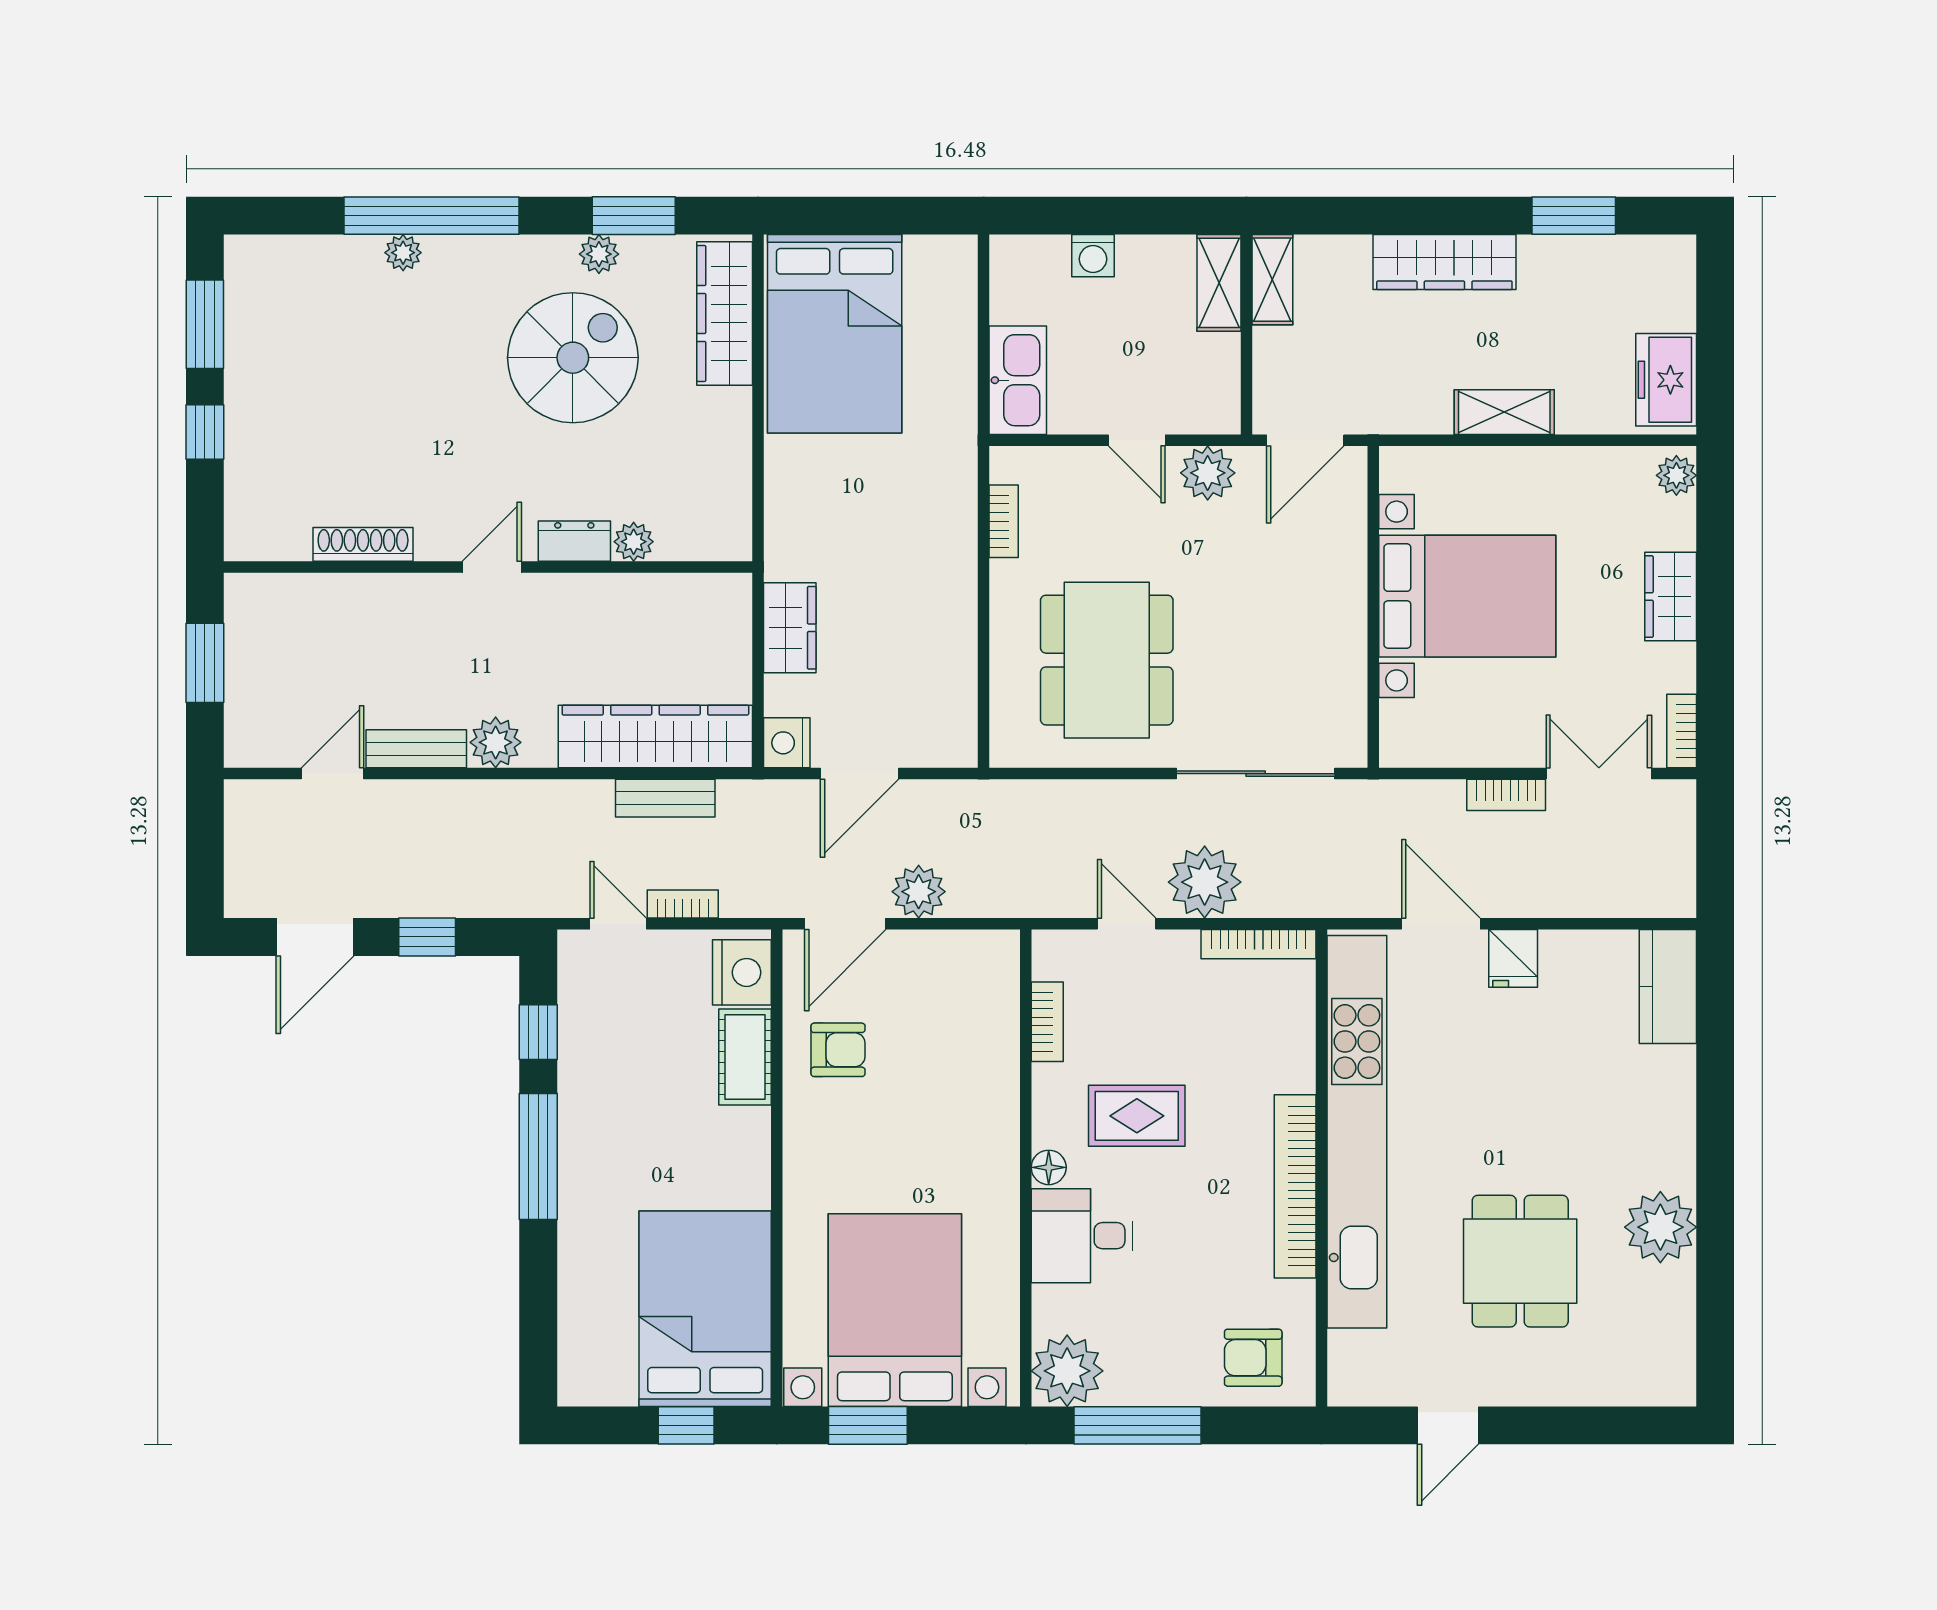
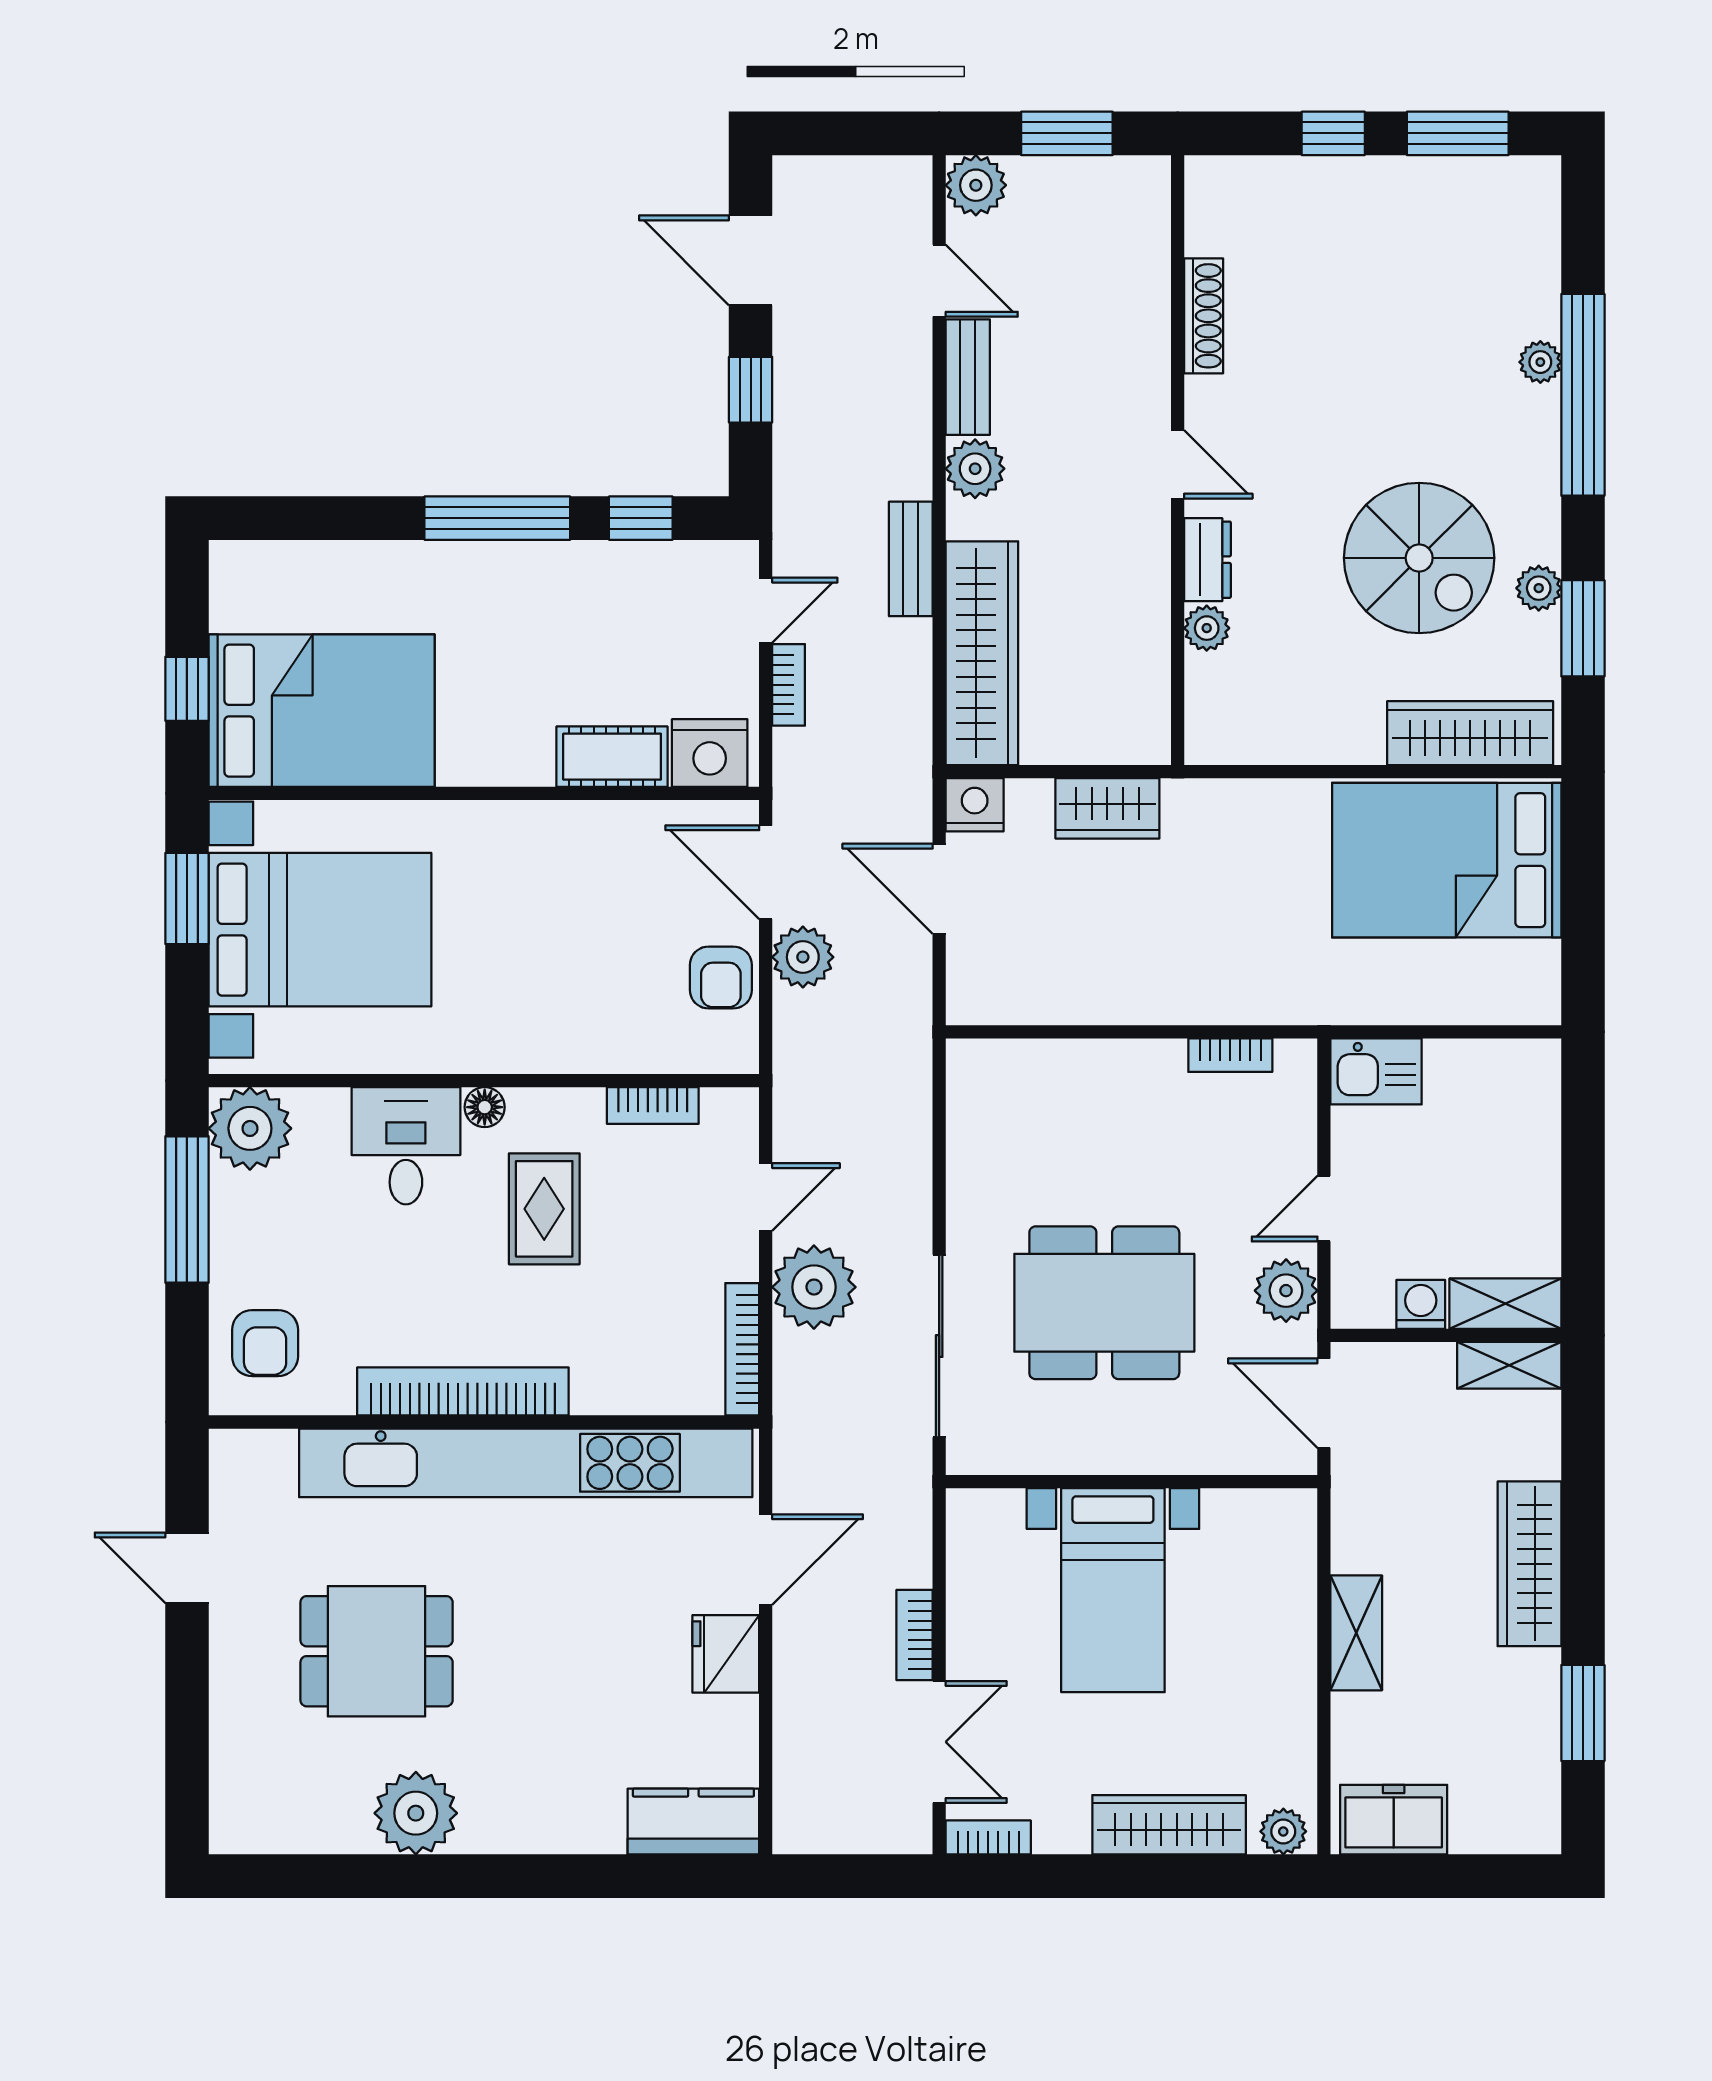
washing machine: (1093, 256) -> (1421, 1304), moved, turned 90
kitchen sink: (1018, 380) -> (1376, 1071), width x0.73
bed with nightstands: (1467, 596) -> (1113, 1590), width x0.73
wardrobe: (1671, 597) -> (1169, 1825), width x1.50
dining table: (1107, 660) -> (1104, 1303), moved
plant: (250, 742) -> (976, 185), added
bench: (665, 798) -> (911, 559), moved
fridge: (1513, 958) -> (726, 1654), width x1.38
armchair: (838, 1050) -> (721, 978), moved
armchair: (1253, 1358) -> (265, 1343), turned 180

